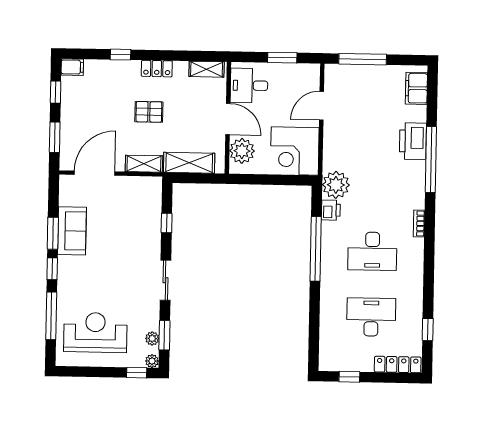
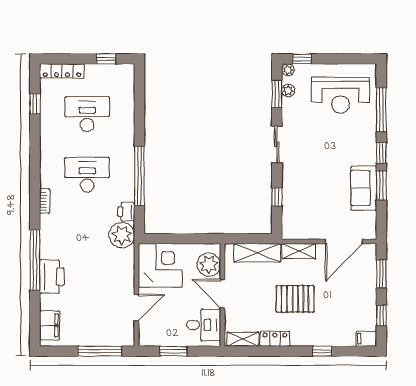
locker: (157, 69) -> (275, 339), moved
pallet: (149, 112) -> (295, 299), width x1.50, depth x1.42
desk: (371, 317) -> (87, 114), turned 180

